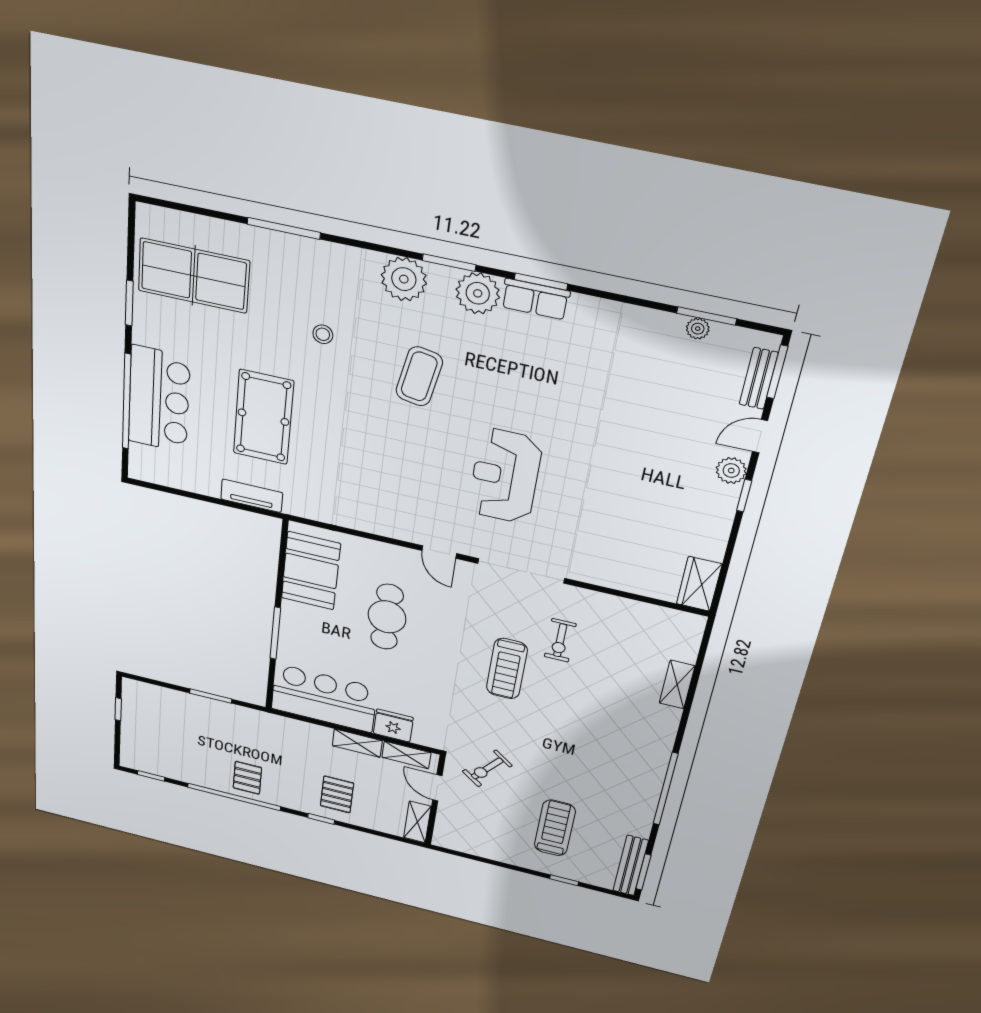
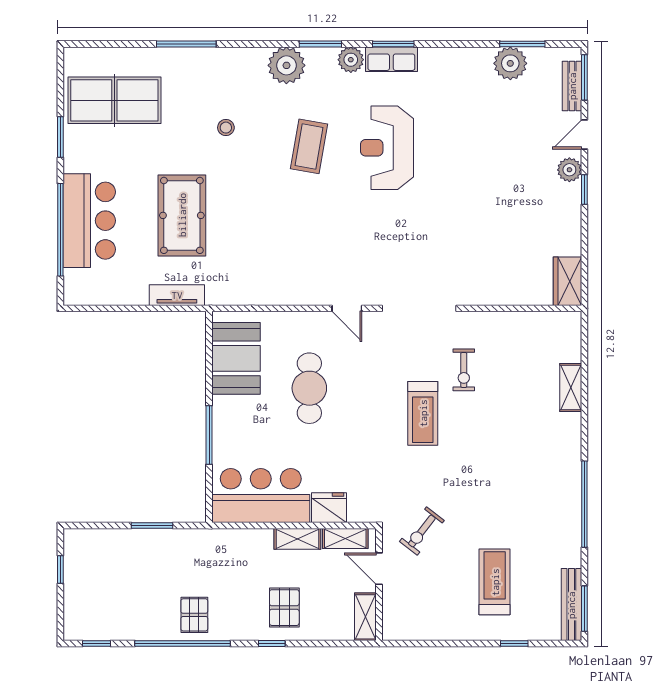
plant: (478, 293) -> (351, 60), width x0.73, depth x0.73
plant: (698, 329) -> (510, 63), width x1.88, depth x1.88
reception desk: (505, 476) -> (387, 148), moved

